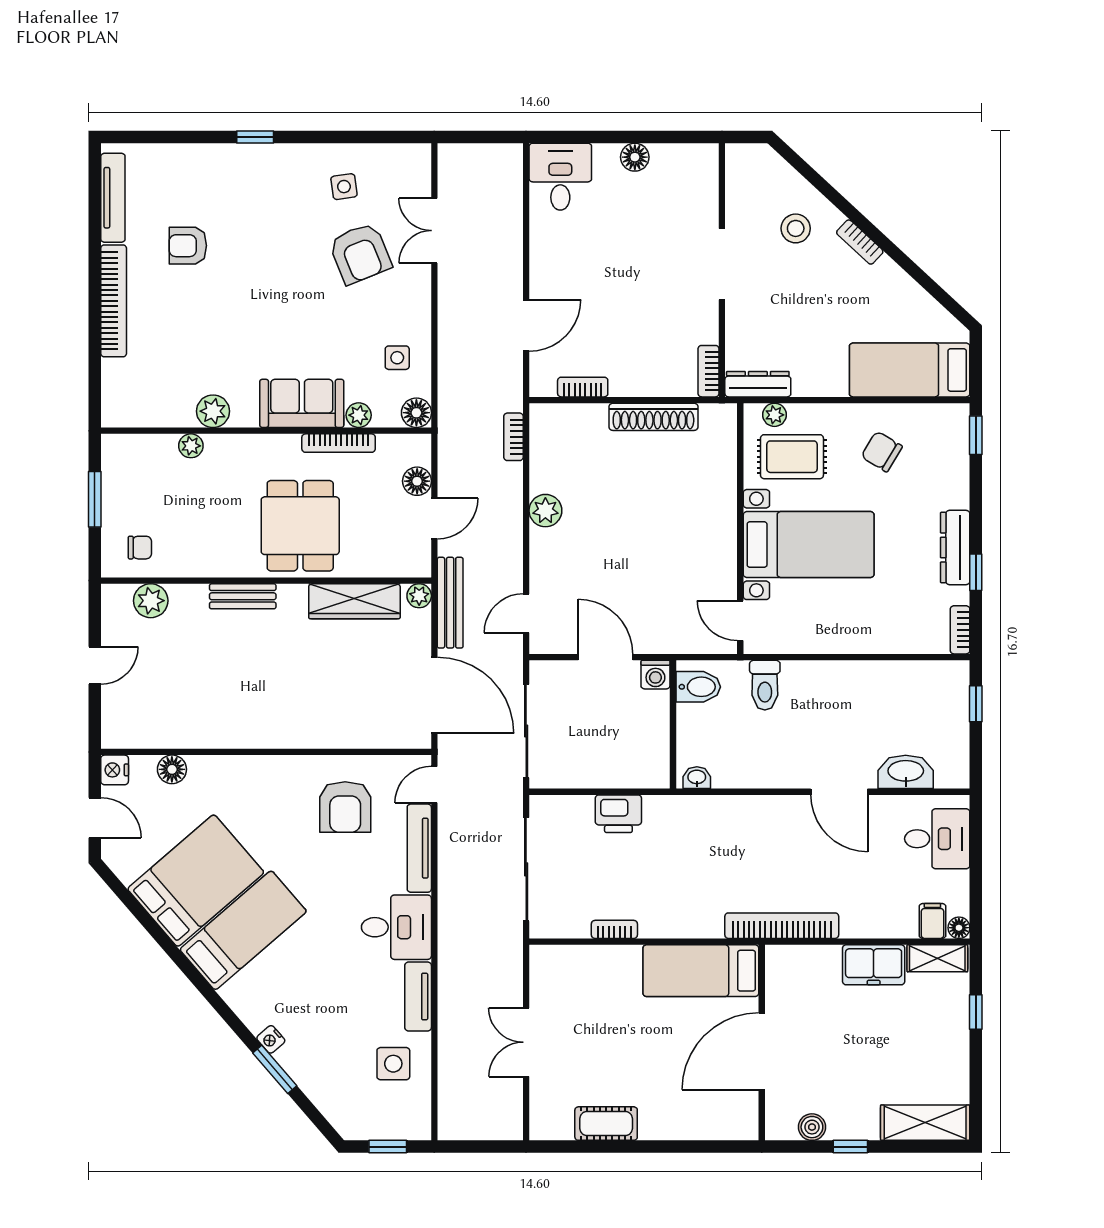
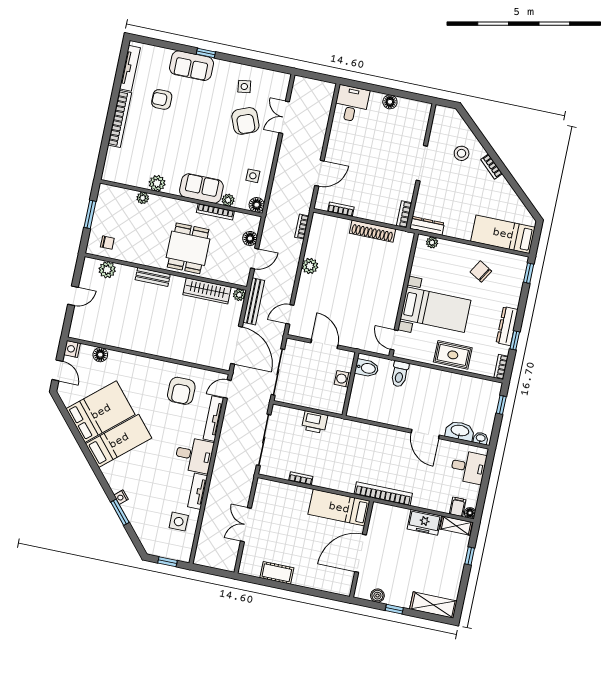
sofa: (232, 167) -> (192, 66), added
rug: (792, 457) -> (453, 355), moved
washing machine: (655, 675) -> (343, 379), moved, turned 90
washbasin: (697, 778) -> (481, 438), moved

